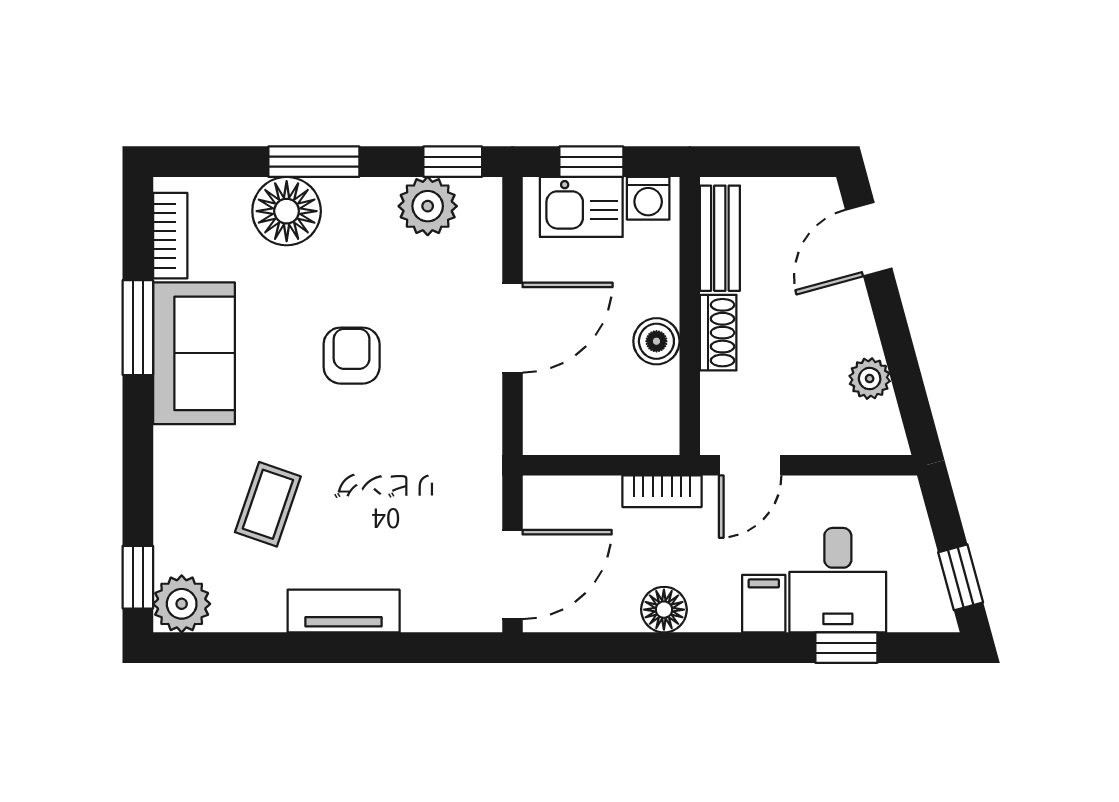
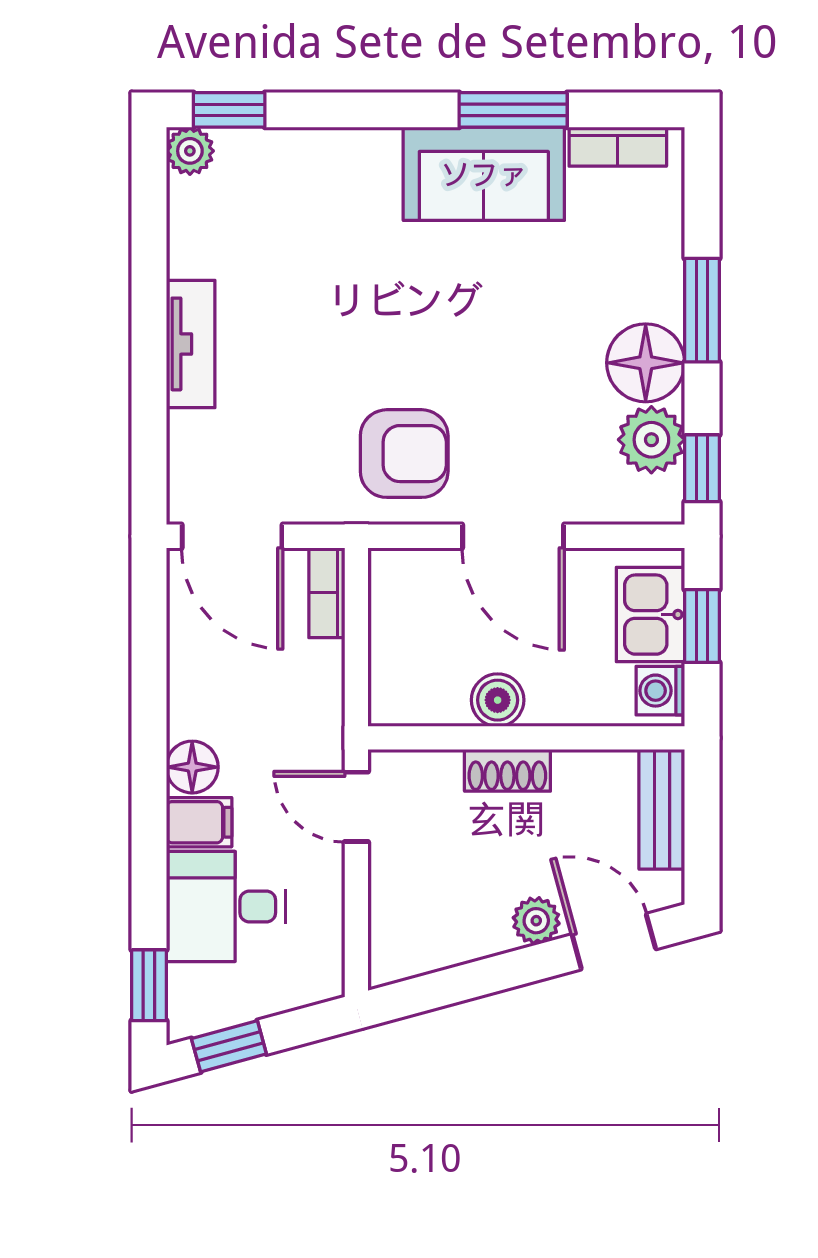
floor lamp: (287, 211) -> (646, 363), moved
bench: (720, 238) -> (662, 809), moved, turned 90
armchair: (352, 356) -> (404, 454), moved, width x1.38, depth x1.38
plant: (870, 379) -> (536, 921), moved
bookcase: (662, 491) -> (327, 593), moved
coffee table: (268, 504) -> (312, 258), removed
plant: (182, 604) -> (190, 151), width x0.73, depth x0.73
floor lamp: (664, 610) -> (192, 767), moved
window: (846, 648) -> (149, 985), moved

